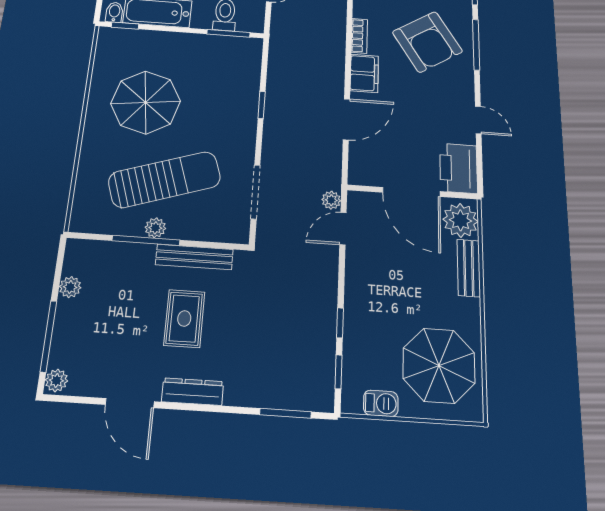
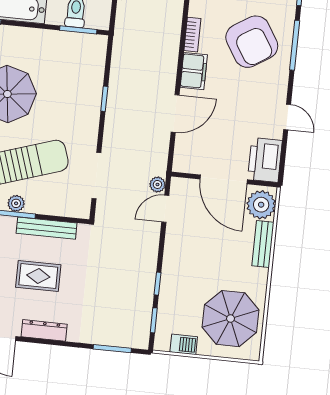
rug: (184, 318) -> (38, 276), turned 90

